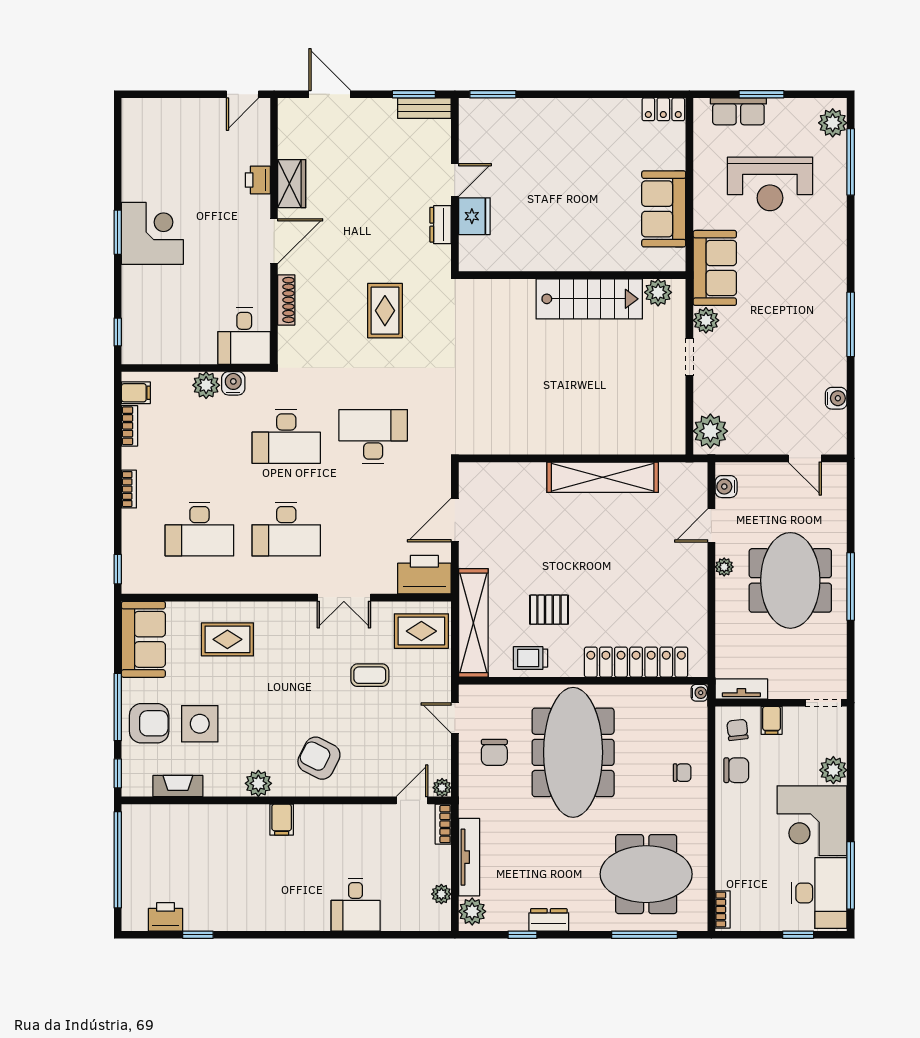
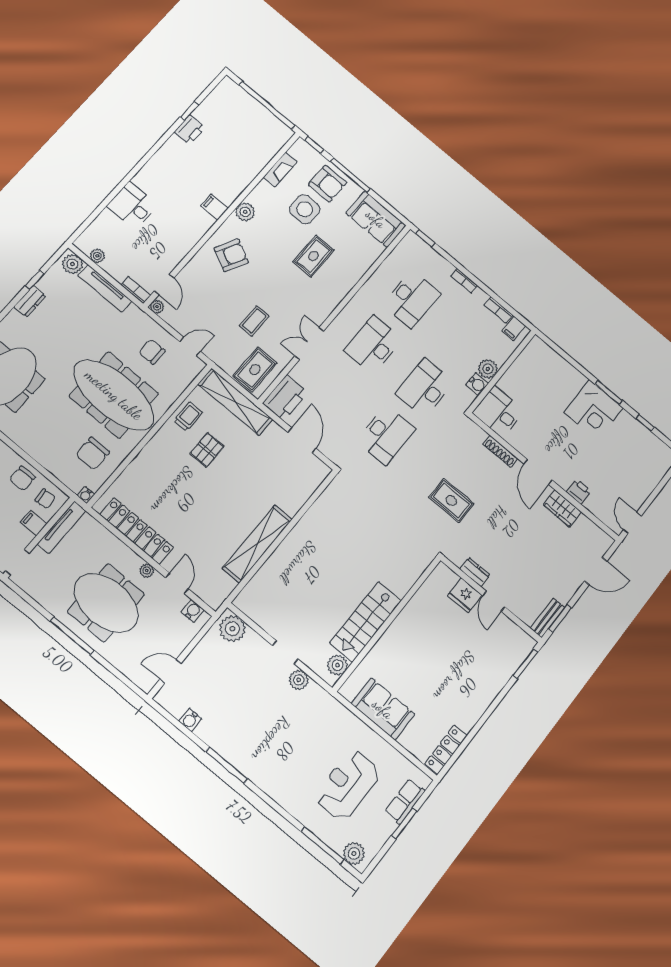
locker: (663, 109) -> (446, 750), width x1.53
sofa: (715, 268) -> (325, 711), removed
window: (118, 332) -> (645, 423), moved
desk: (199, 529) -> (412, 299), turned 180
rug: (227, 639) -> (313, 256), moved
locker: (636, 662) -> (137, 531), moved, turned -90
tv unit: (741, 689) -> (62, 527), width x1.41
armchair: (149, 723) -> (328, 184), turned -90
chair: (682, 773) -> (93, 454), moved, width x1.87, depth x1.87
printer: (166, 917) -> (190, 130), moved

